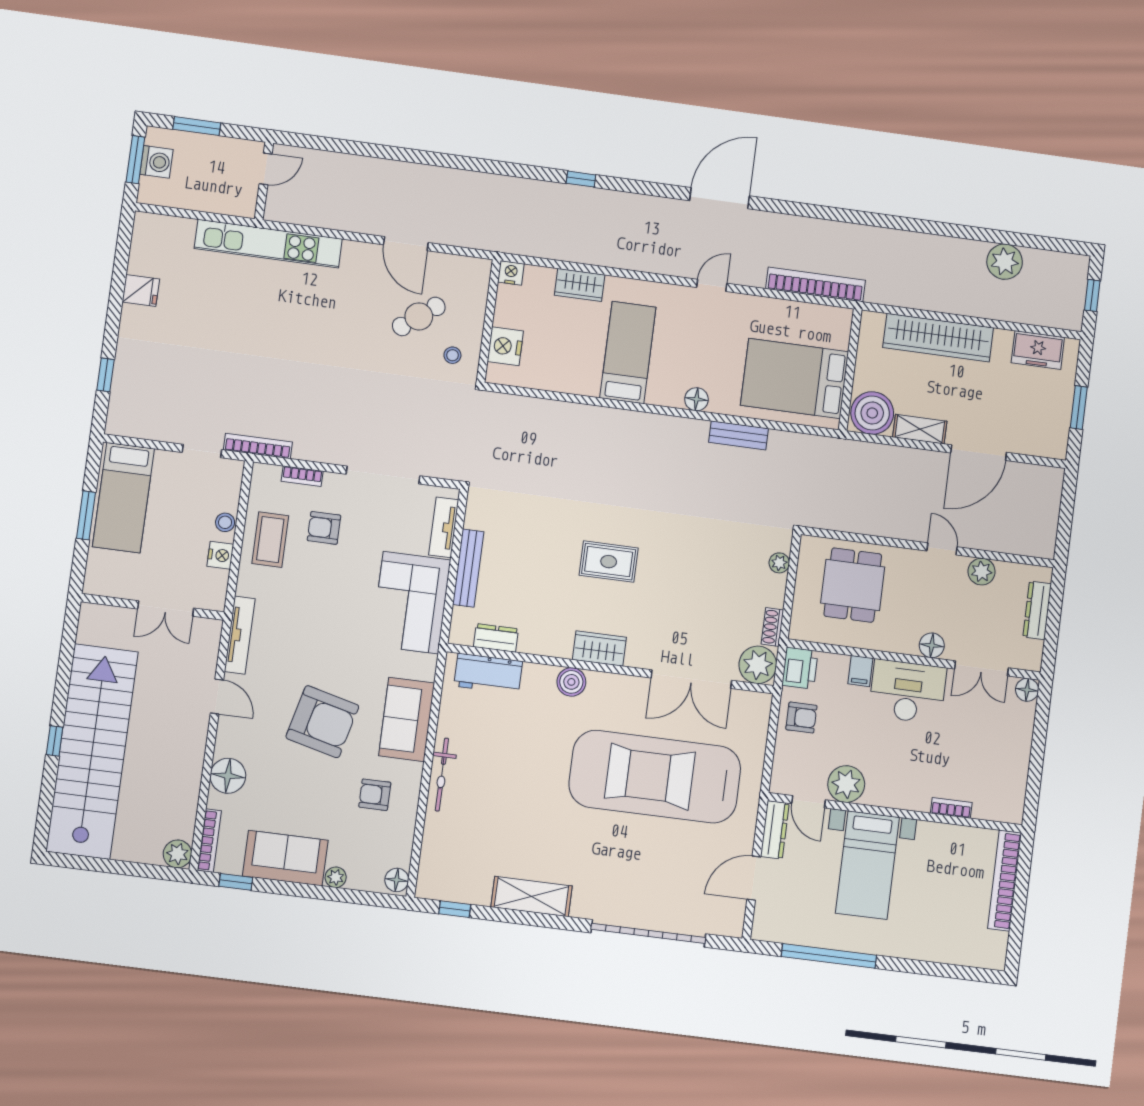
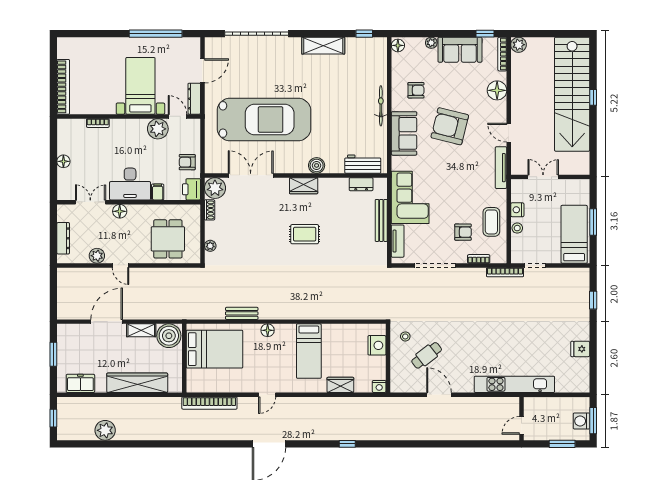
floor lamp: (1027, 690) -> (63, 161), moved

